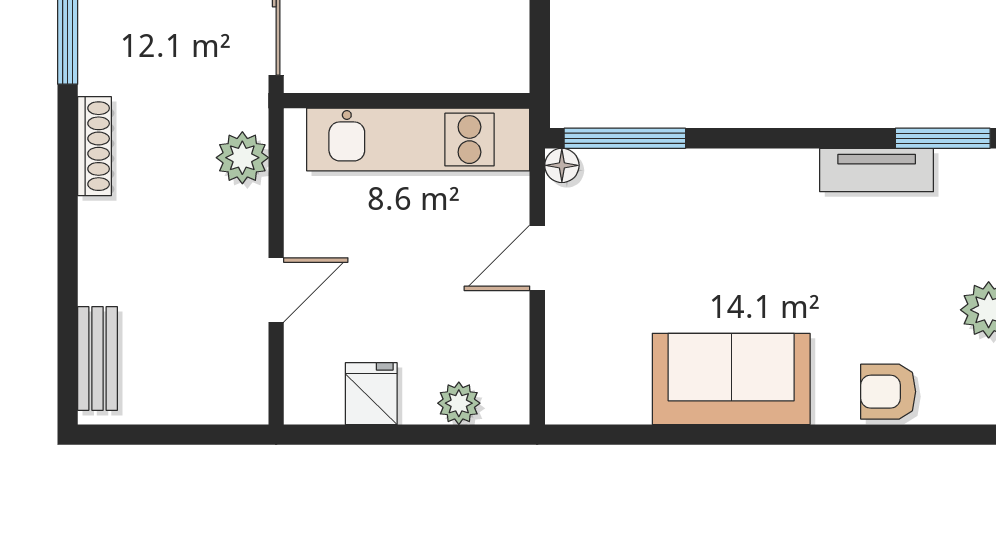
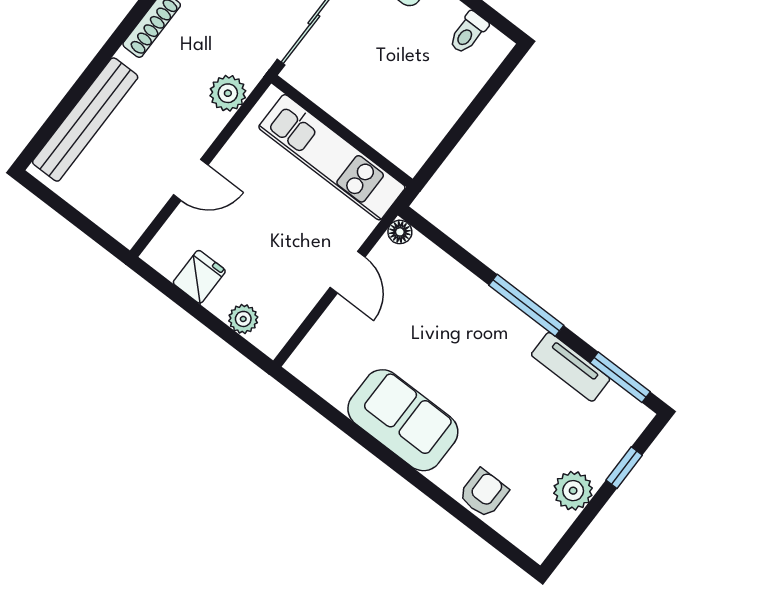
window: (625, 138) -> (526, 305), moved
door: (537, 258) -> (347, 272), swing flipped
bench: (98, 358) -> (85, 120), width x1.86, depth x1.21
armchair: (888, 392) -> (484, 493), turned 90

